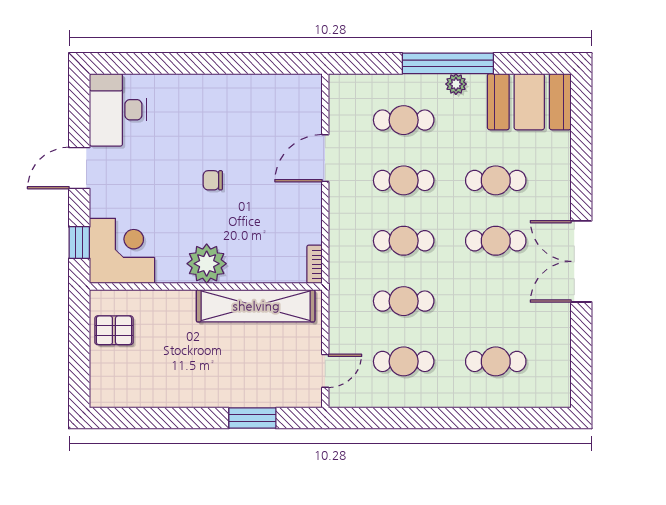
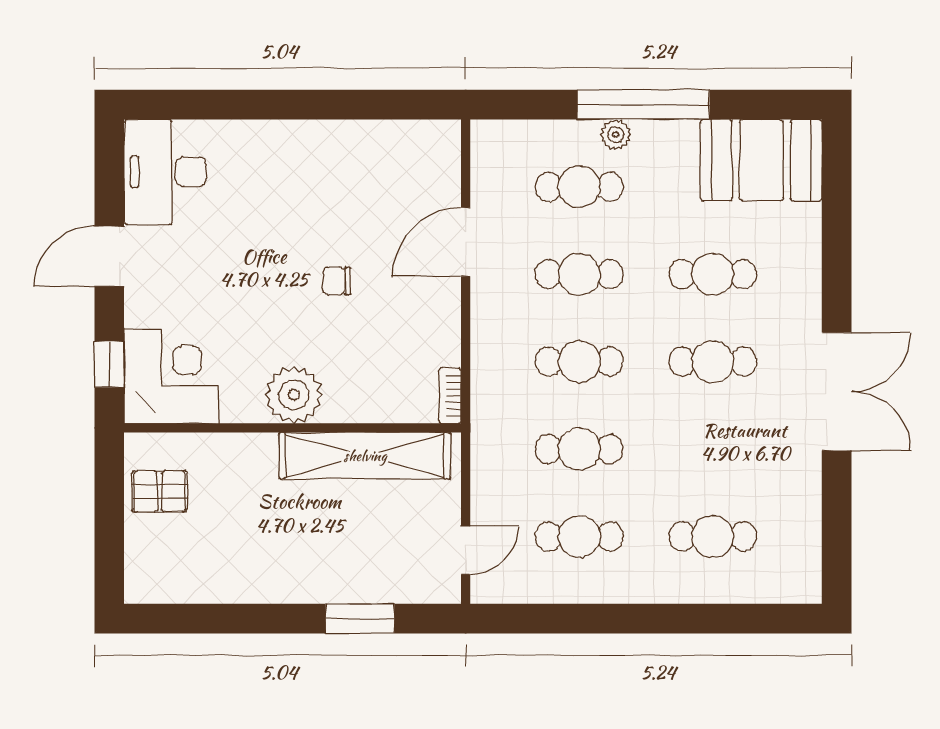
plant: (456, 84) -> (616, 135), moved
chair: (213, 180) -> (337, 281), moved
double door: (581, 261) -> (837, 392), swing flipped

